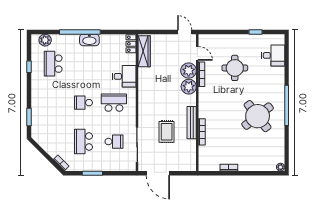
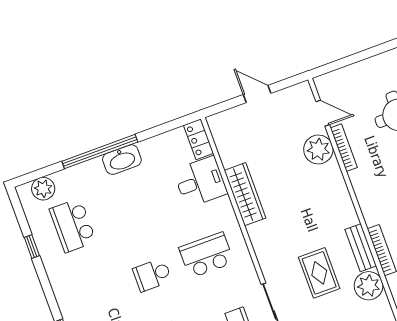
door: (185, 32) -> (257, 94), moved
wardrobe: (144, 51) -> (245, 194), moved
desk: (124, 76) -> (200, 182), moved
plant: (189, 87) -> (369, 286), moved
bench: (192, 123) -> (361, 248), width x0.73

